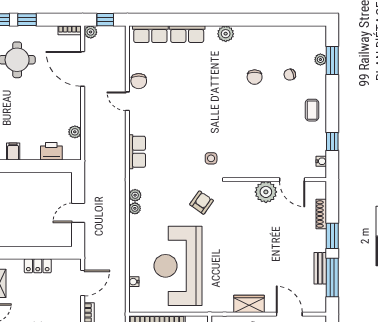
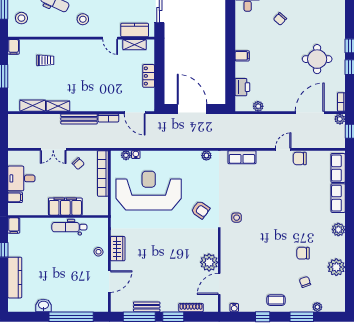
plant: (272, 36) -> (336, 267), added
window: (332, 60) -> (302, 317), moved
window: (332, 141) -> (263, 317), moved
plant: (135, 208) -> (126, 155), moved
door: (78, 213) -> (192, 109), width x1.87

